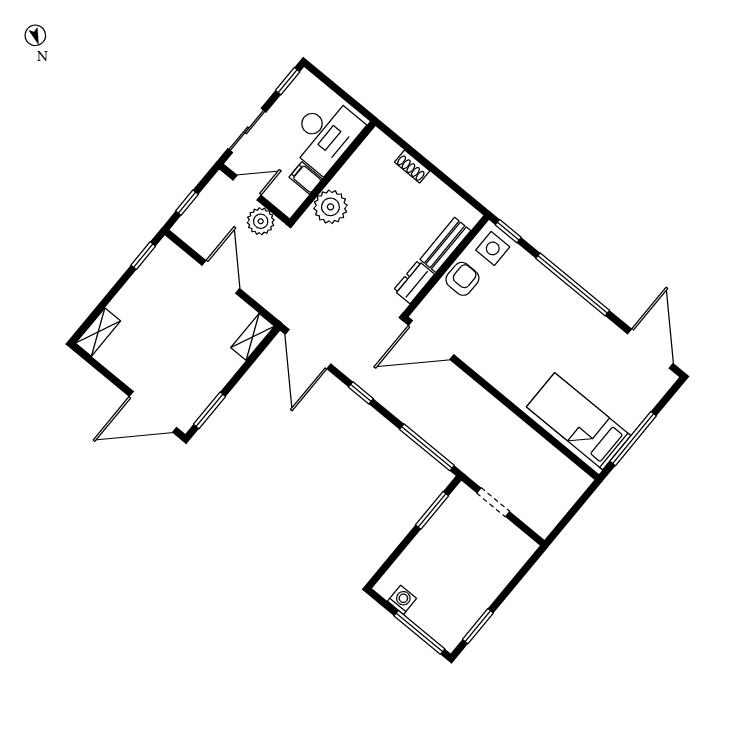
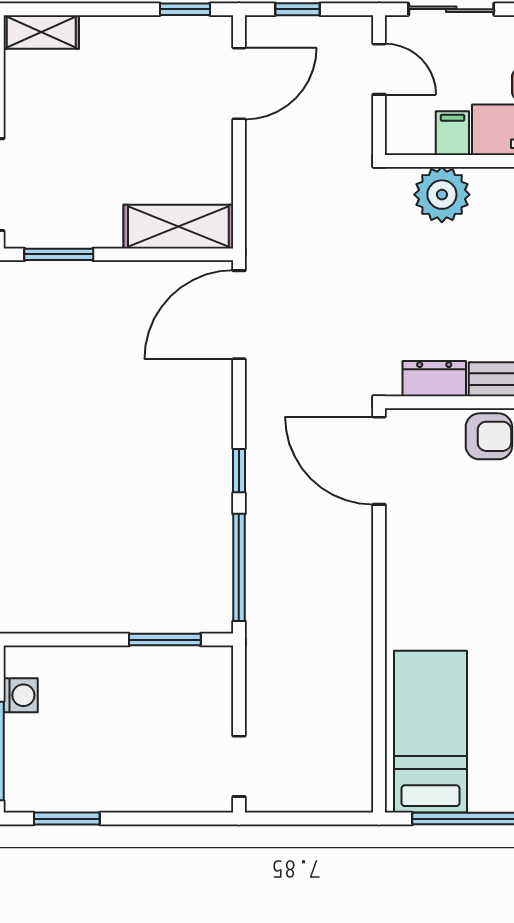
plant: (261, 221) -> (351, 121), removed
door: (221, 277) -> (239, 83), moved
shelving: (253, 337) -> (178, 227), width x1.50, depth x1.33
window: (361, 393) -> (239, 471), moved
doorway: (493, 502) -> (239, 766), moved

